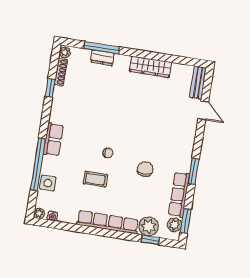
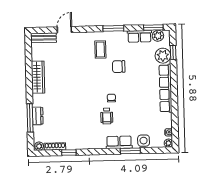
row of seats: (53, 139) -> (119, 142), moved
wheelchair: (87, 143) -> (107, 116), added
window: (38, 164) -> (130, 151), width x0.47
coffee table: (95, 179) -> (100, 50), moved
row of seats: (179, 195) -> (139, 36), width x0.68

